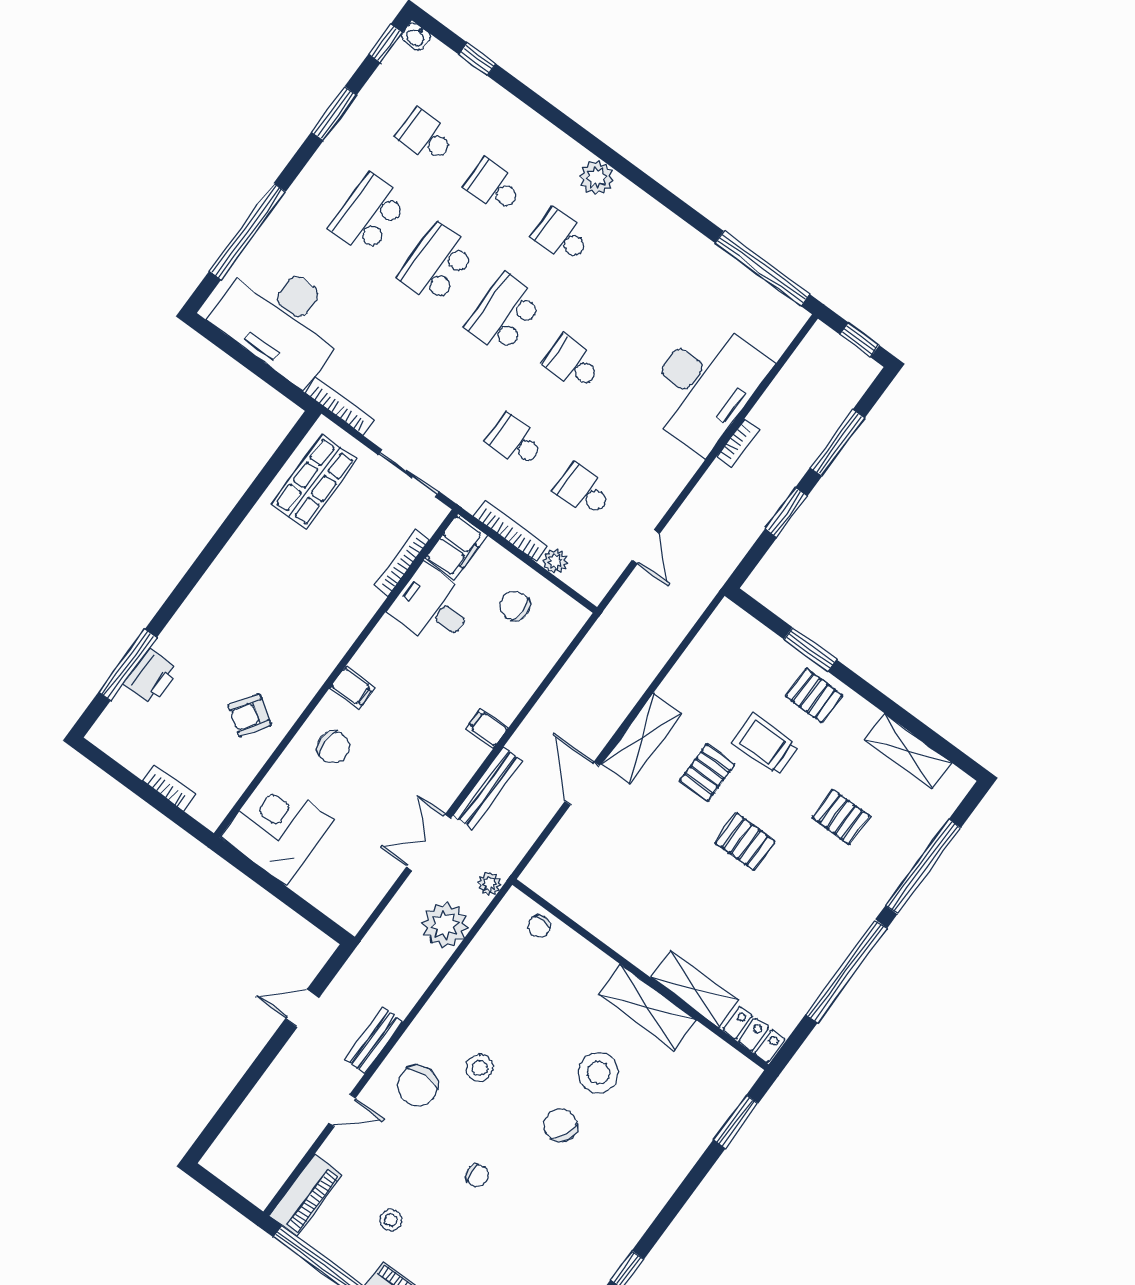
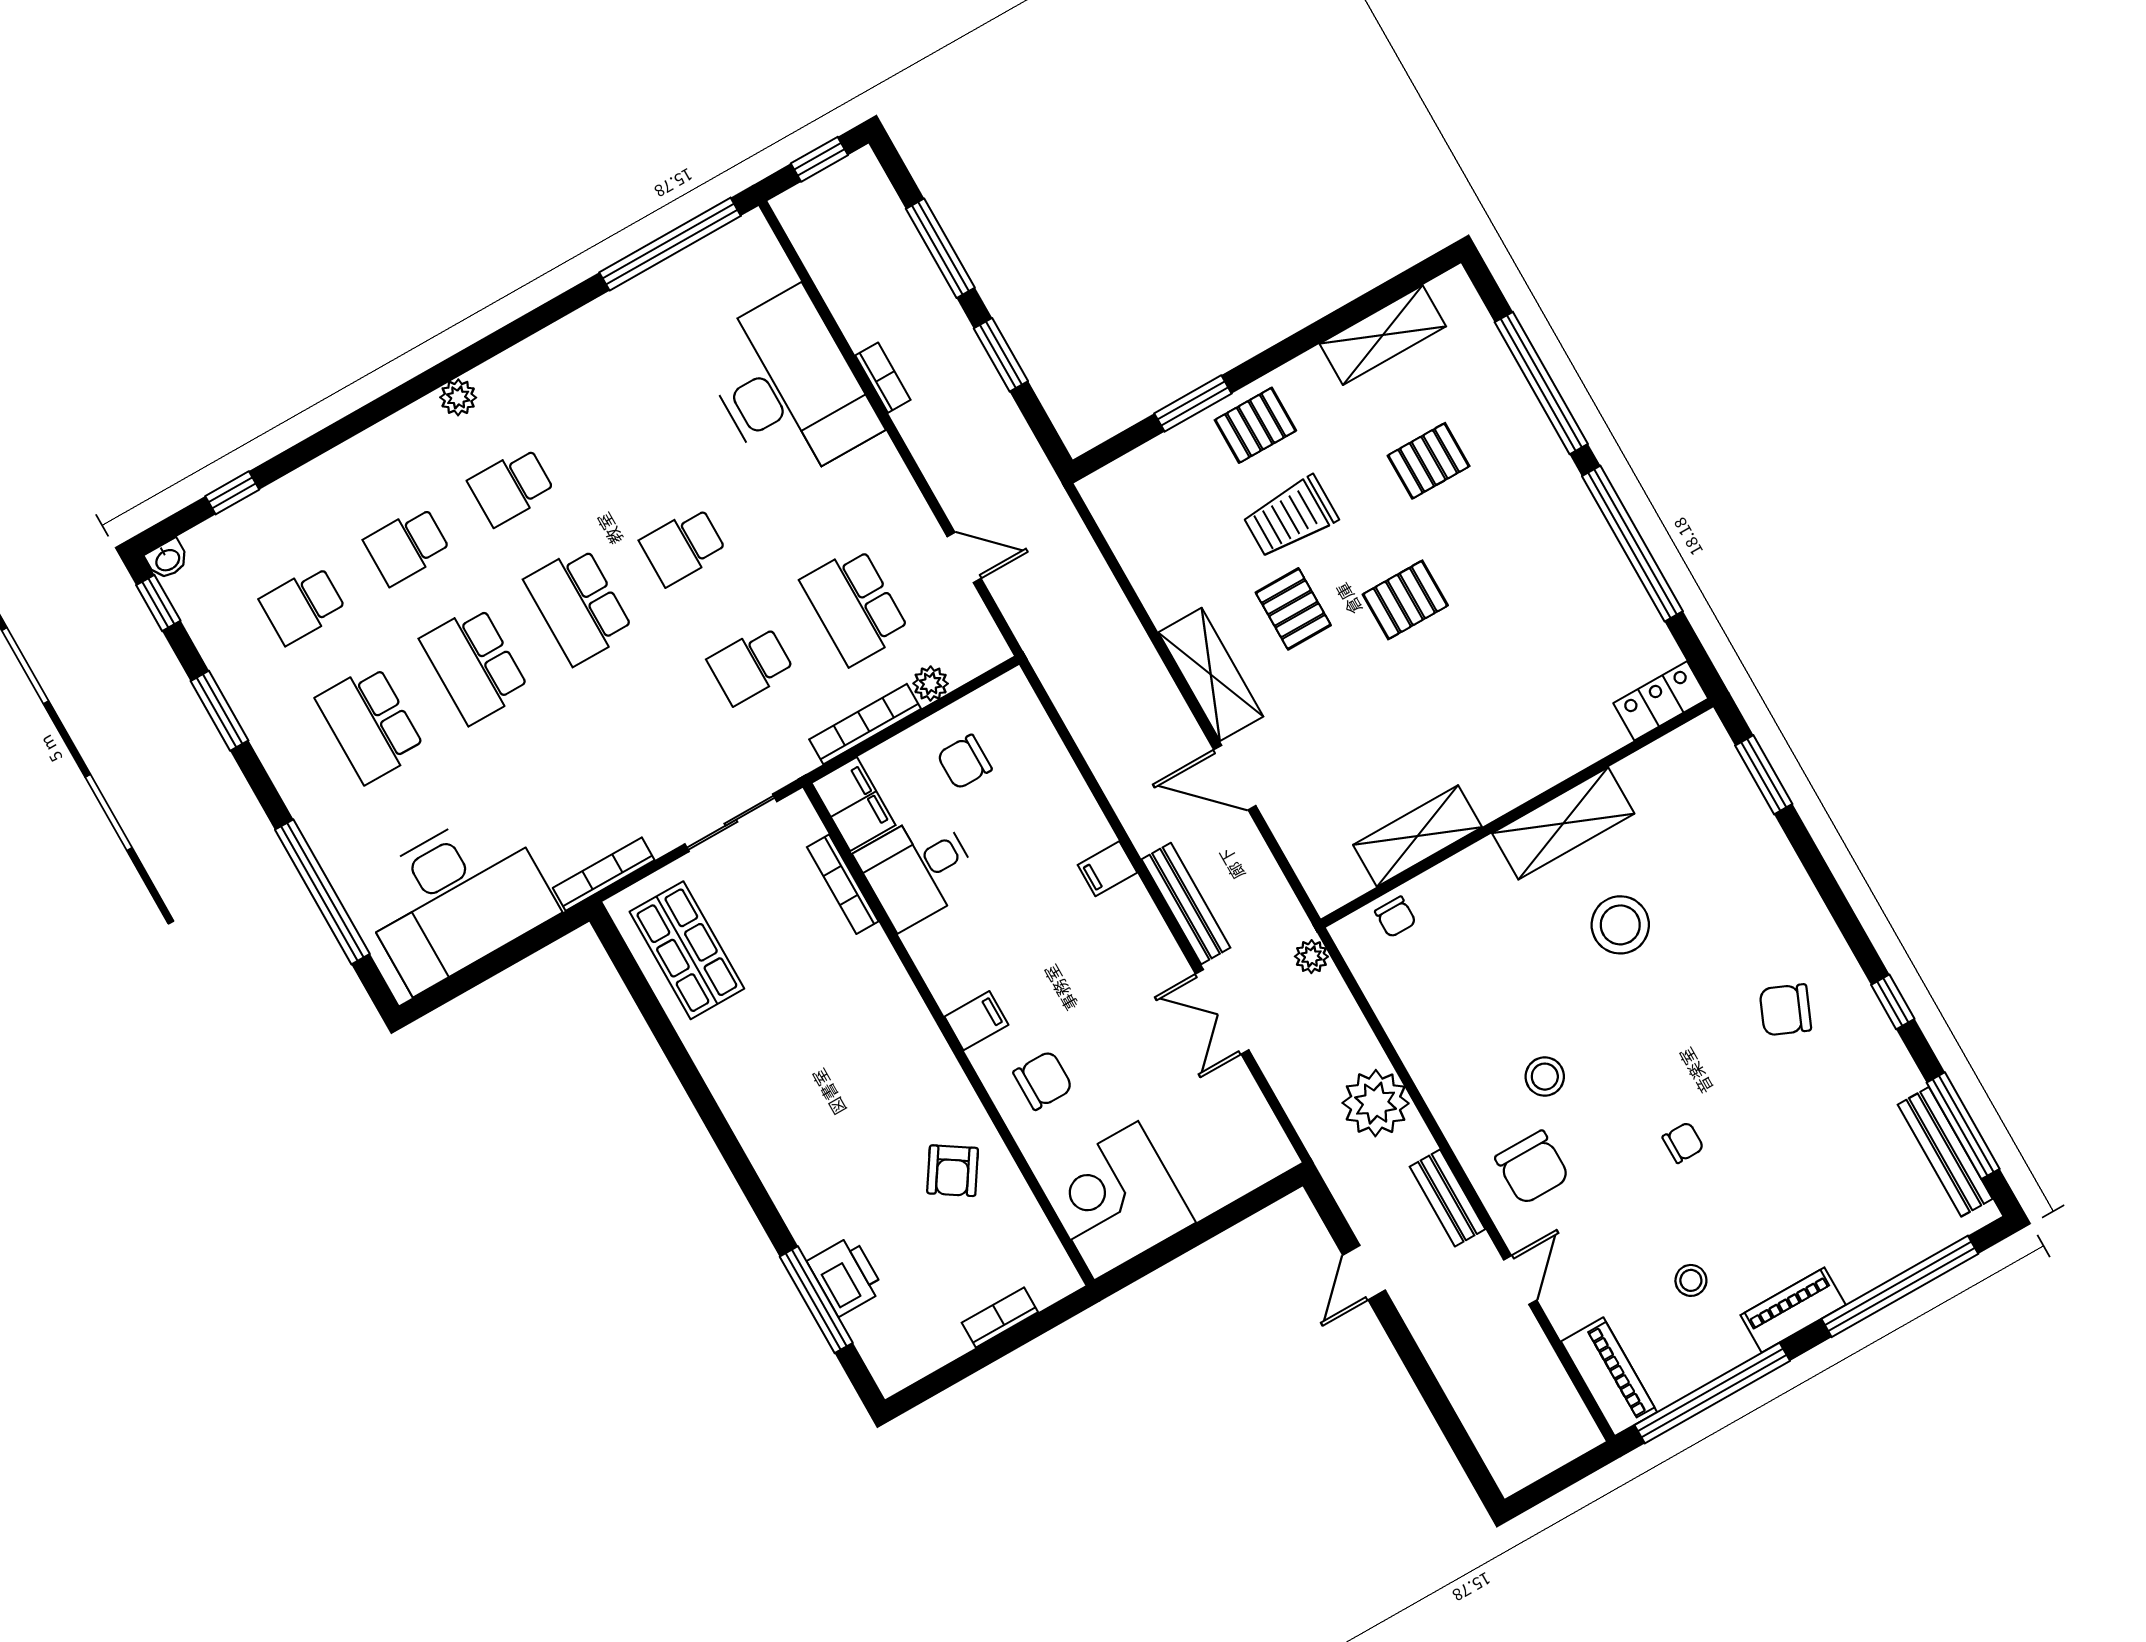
plant: (597, 178) -> (458, 397), width x0.73, depth x0.73
school desk: (583, 491) -> (855, 606), width x1.85
plant: (445, 925) -> (1376, 1103), moved
shelving: (695, 989) -> (1417, 836), moved
chair: (561, 1125) -> (1785, 1010), moved

